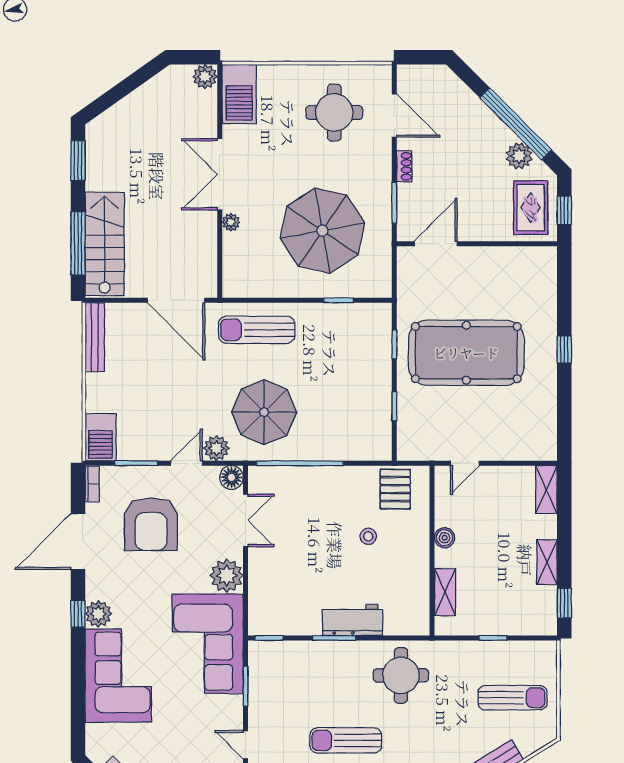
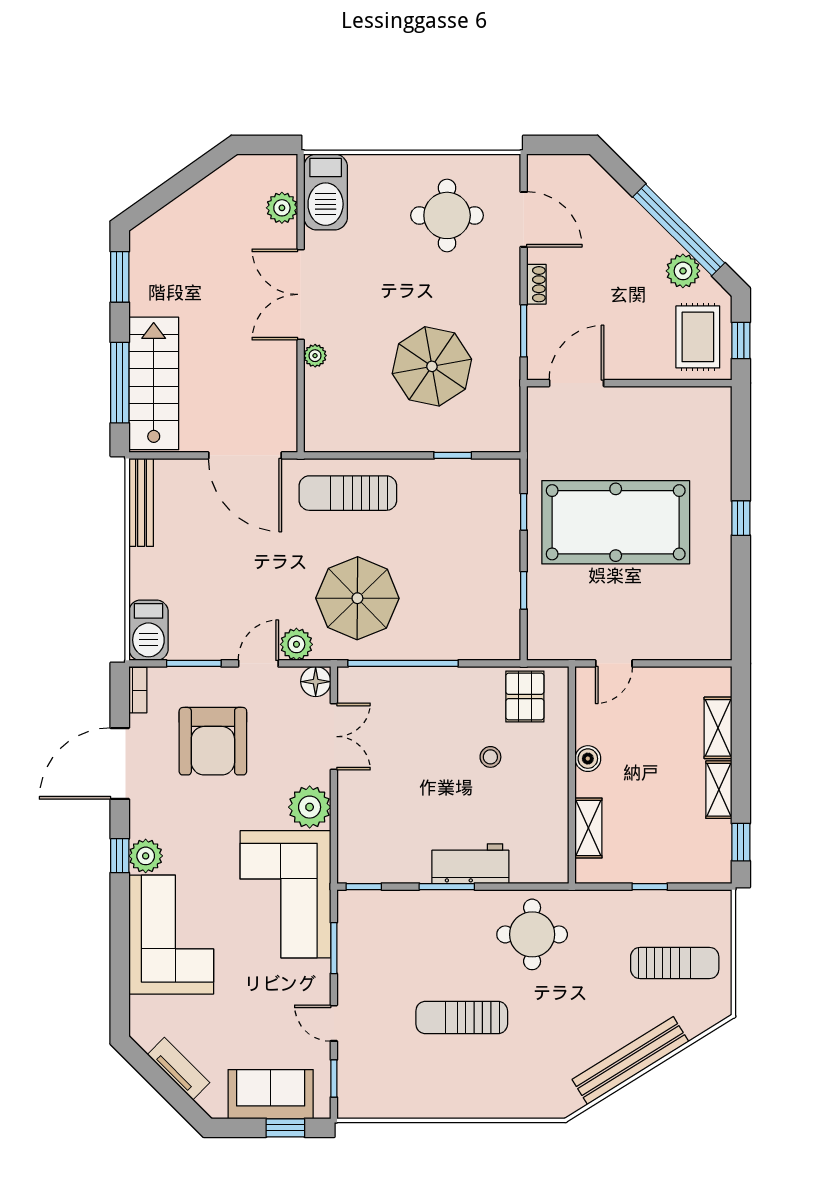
plant: (205, 77) -> (282, 208), moved
parasol: (322, 231) -> (432, 366), width x0.73, depth x0.73
shelving: (546, 490) -> (718, 728), moved

